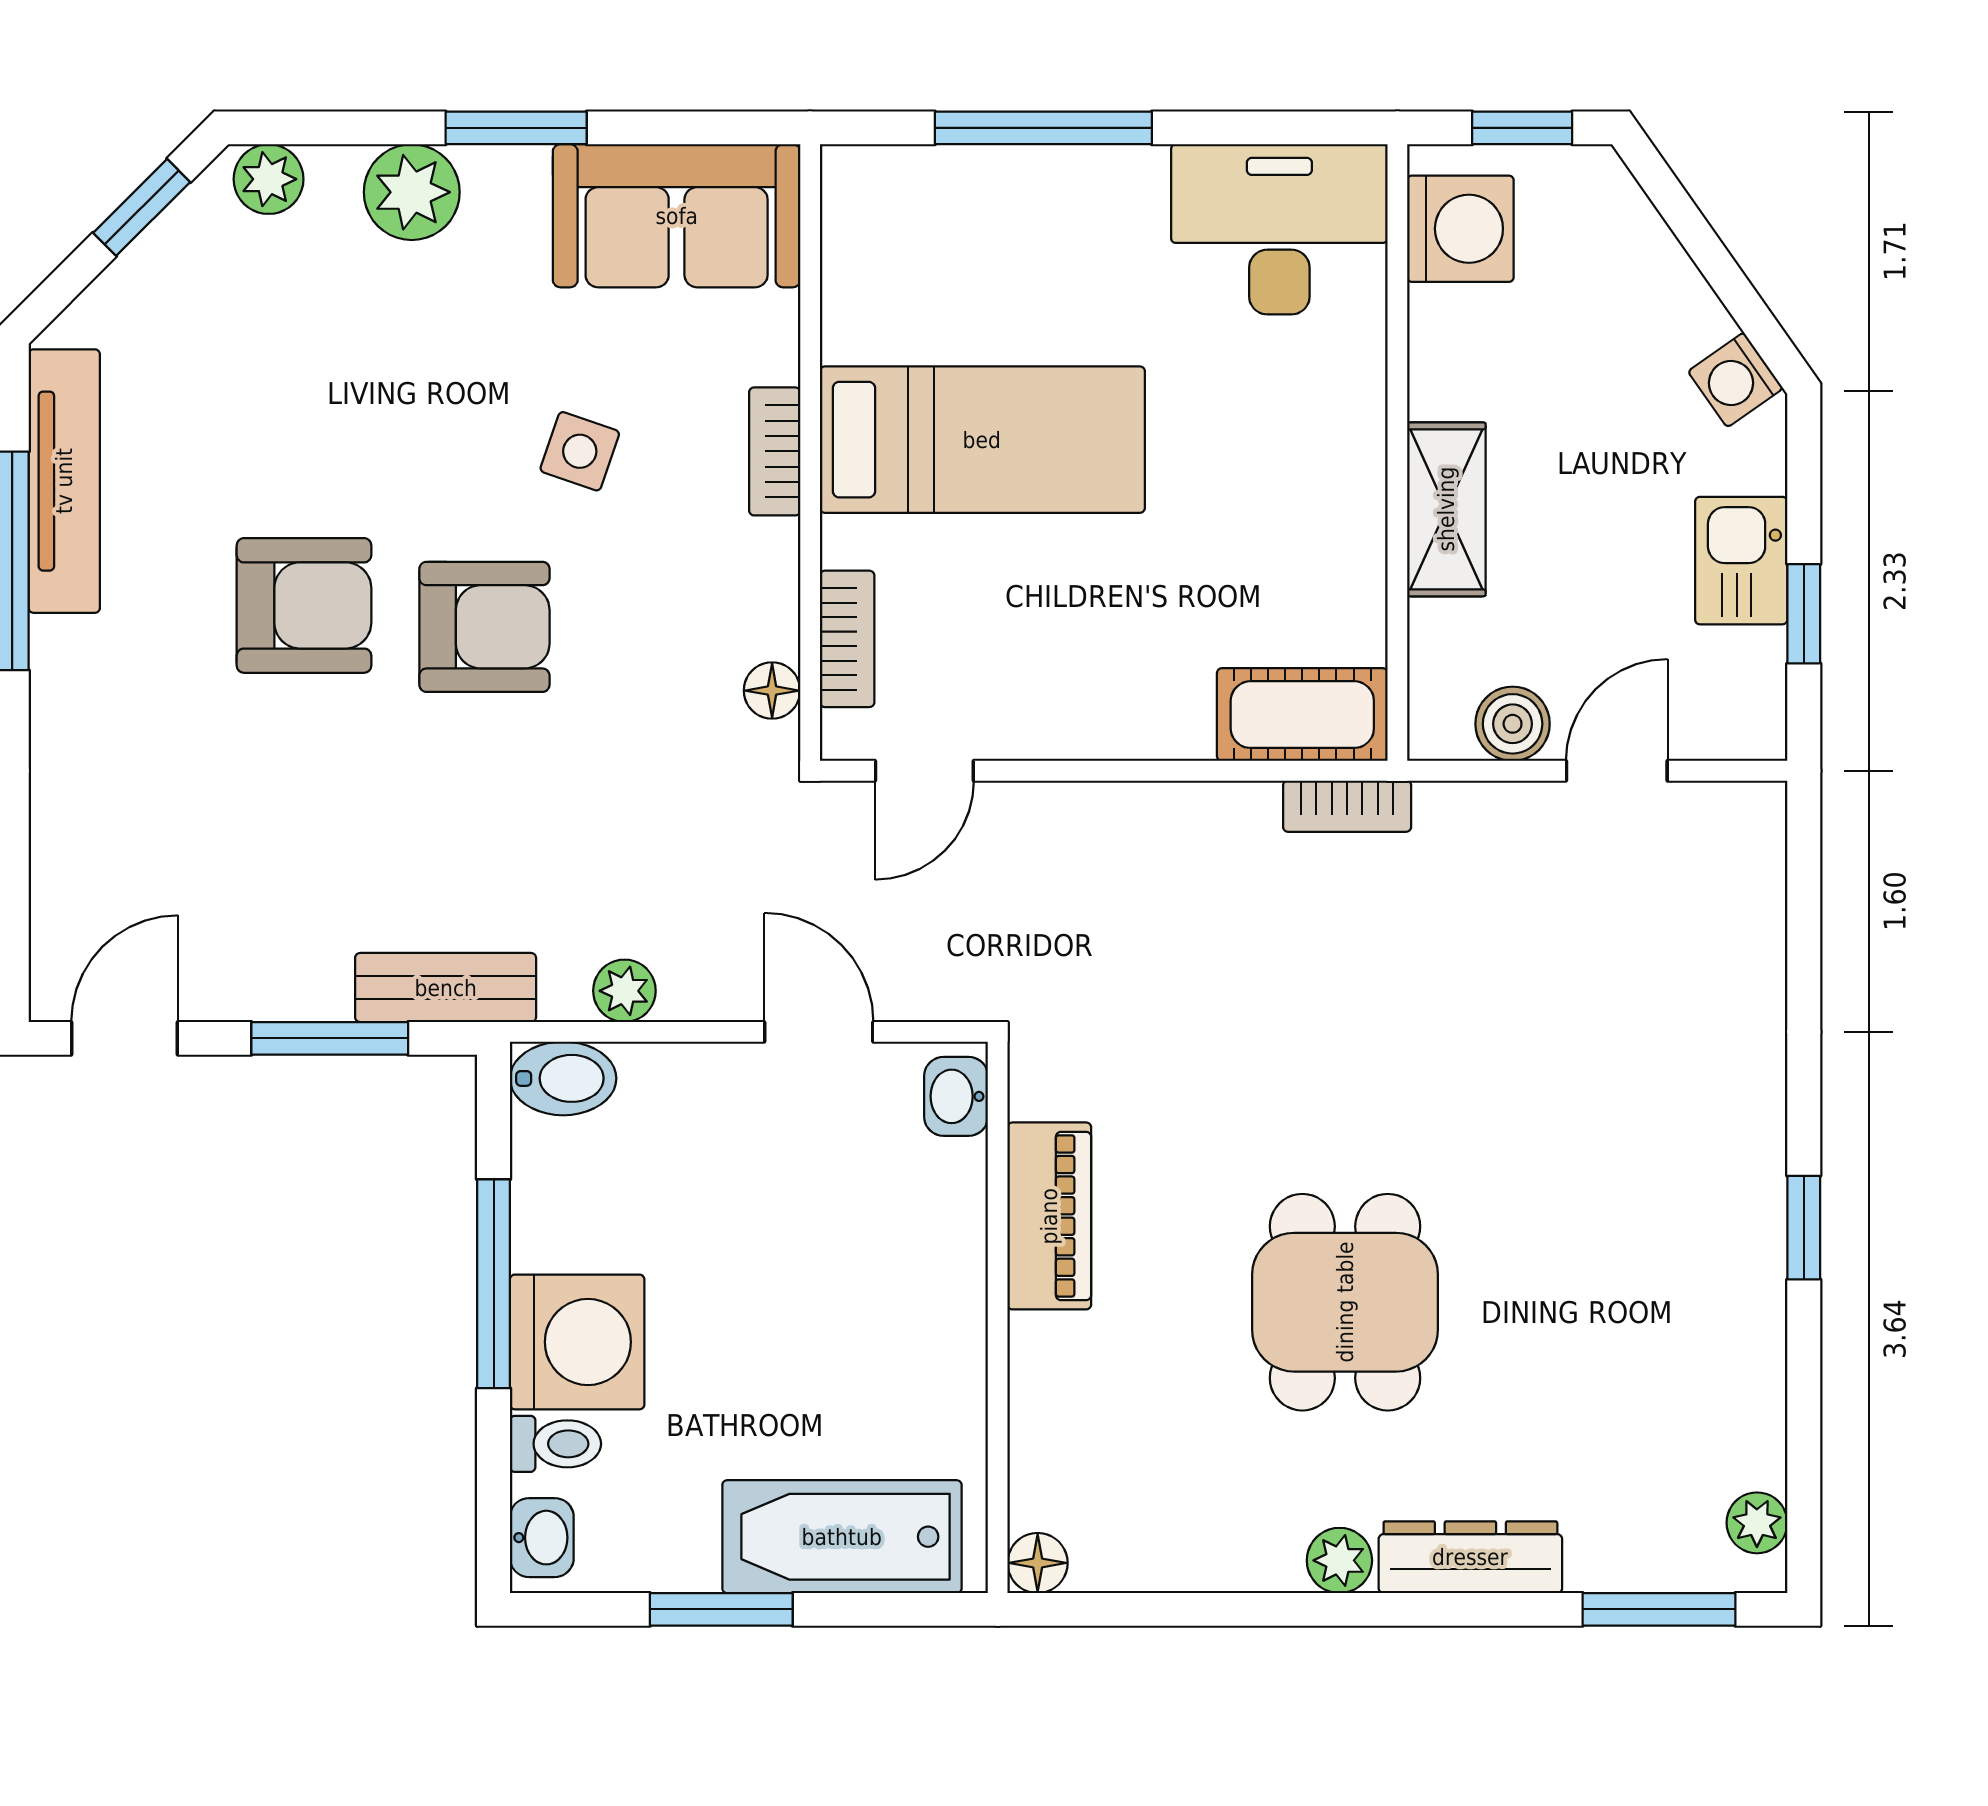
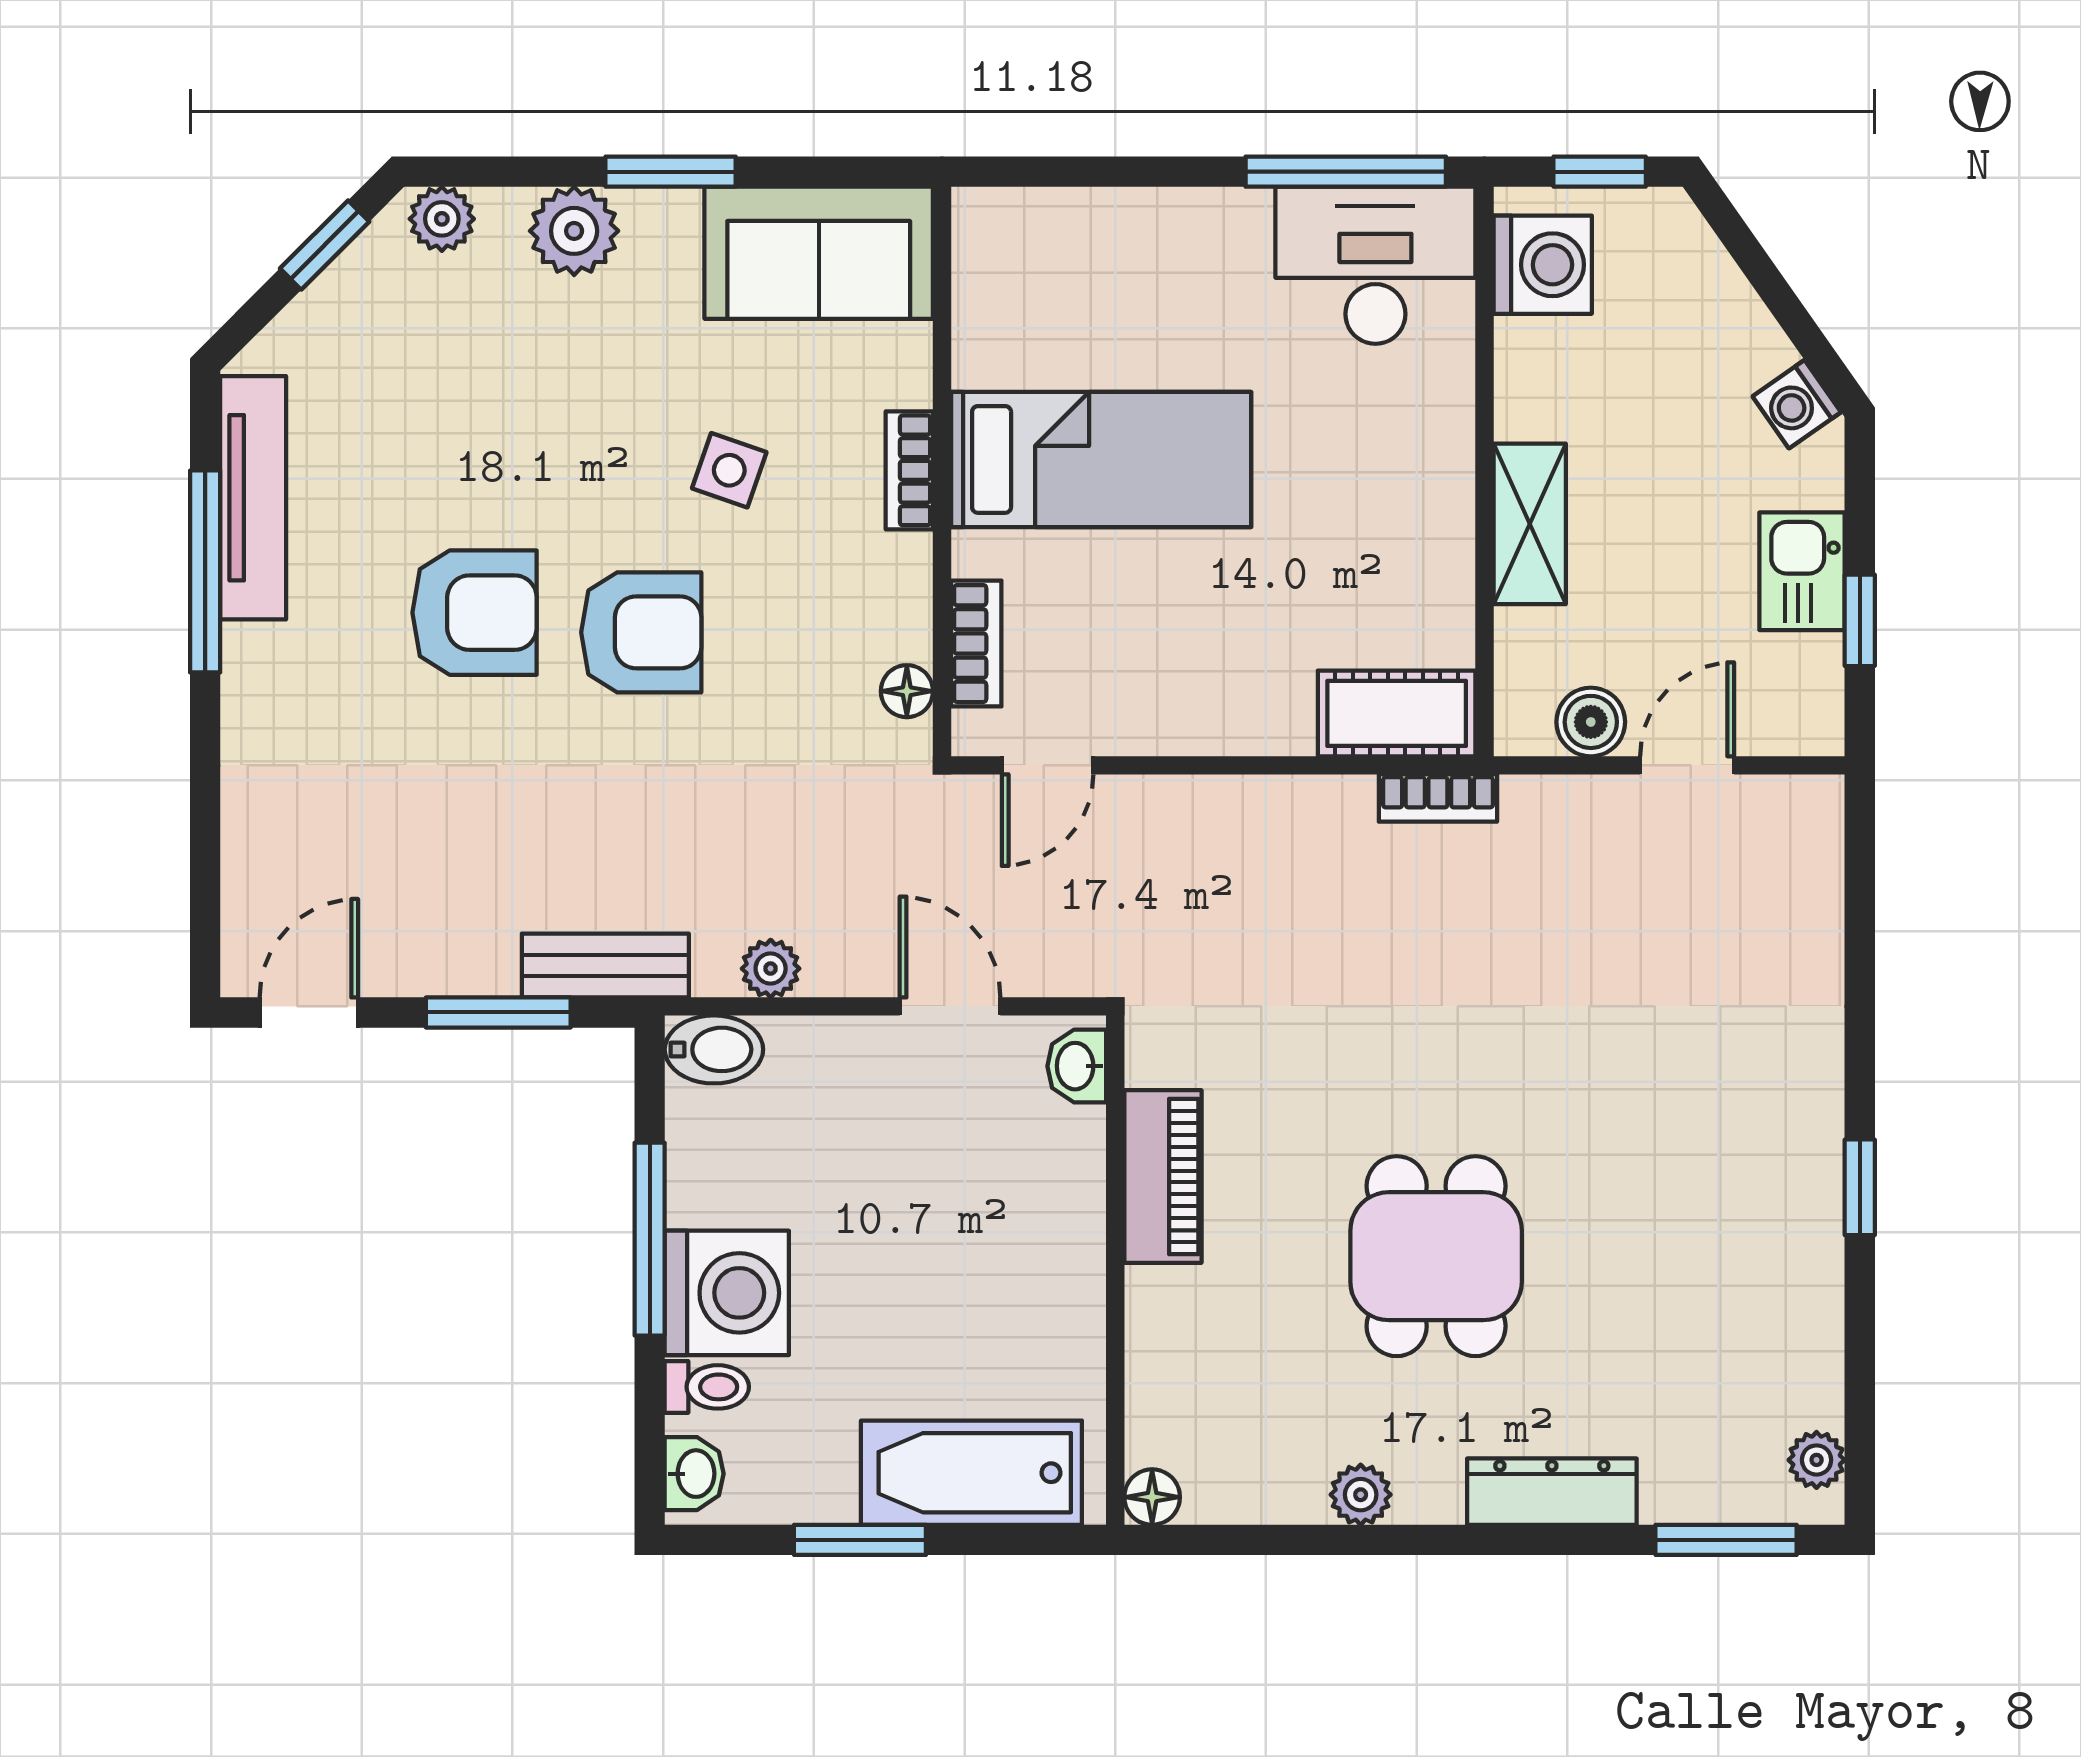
window: (1043, 128) -> (1346, 172), moved
plant: (1339, 1560) -> (1361, 1495), moved

